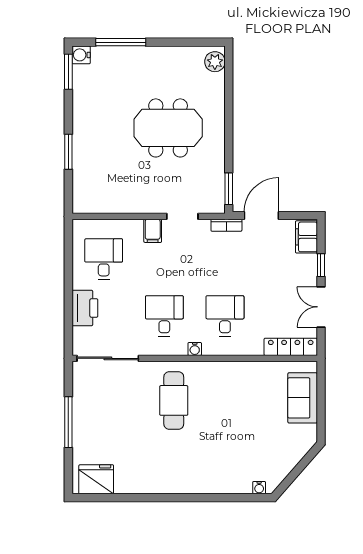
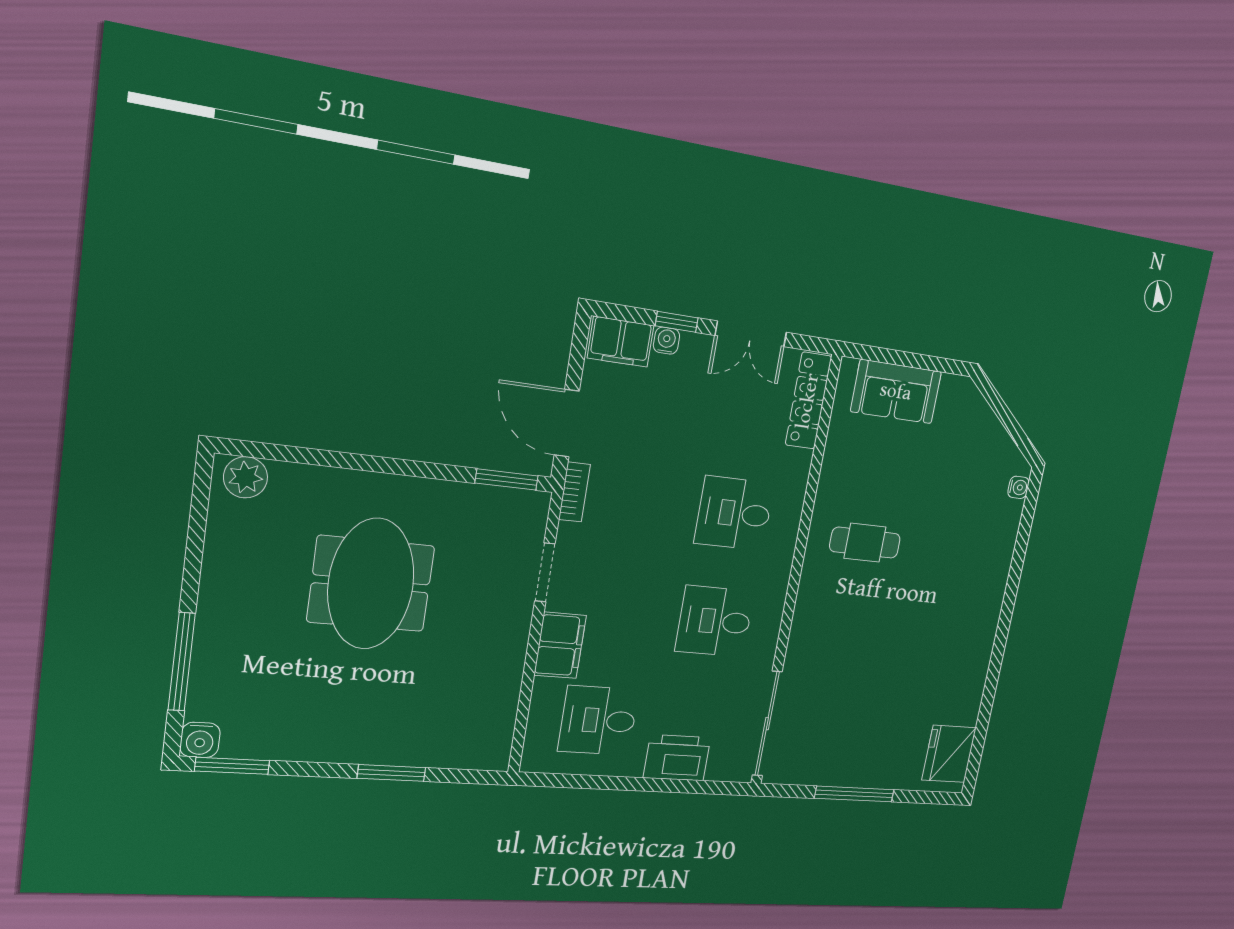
filing cabinet: (153, 231) -> (560, 645), width x2.00
water cooler: (195, 349) -> (666, 341), moved, turned -90
cafe table: (174, 400) -> (865, 543), moved, width x0.73, depth x0.74

